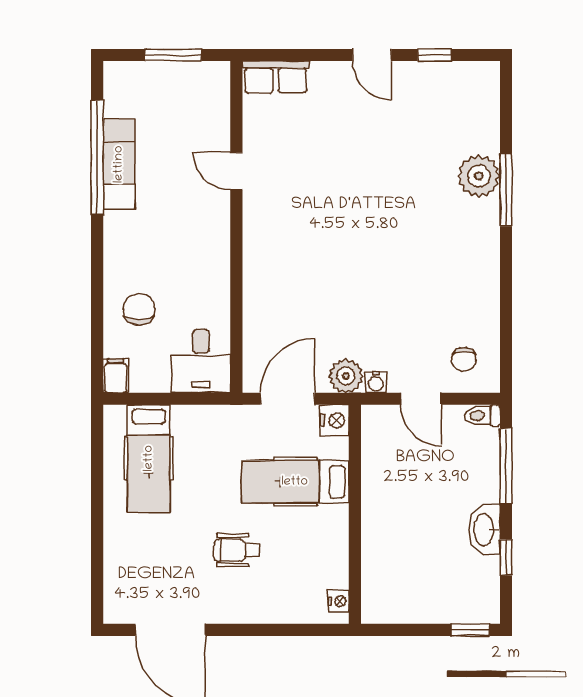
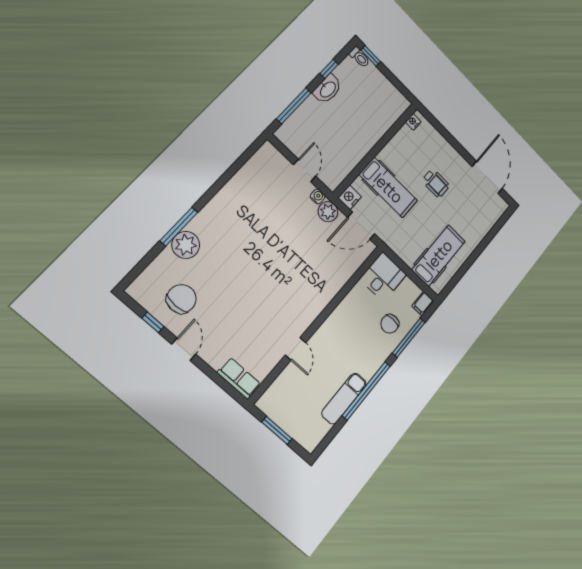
window: (97, 158) -> (366, 391), moved
window: (97, 315) -> (409, 338), added
chair: (464, 359) -> (181, 299), moved, width x1.87, depth x1.87
toilet: (482, 415) -> (360, 57), moved

